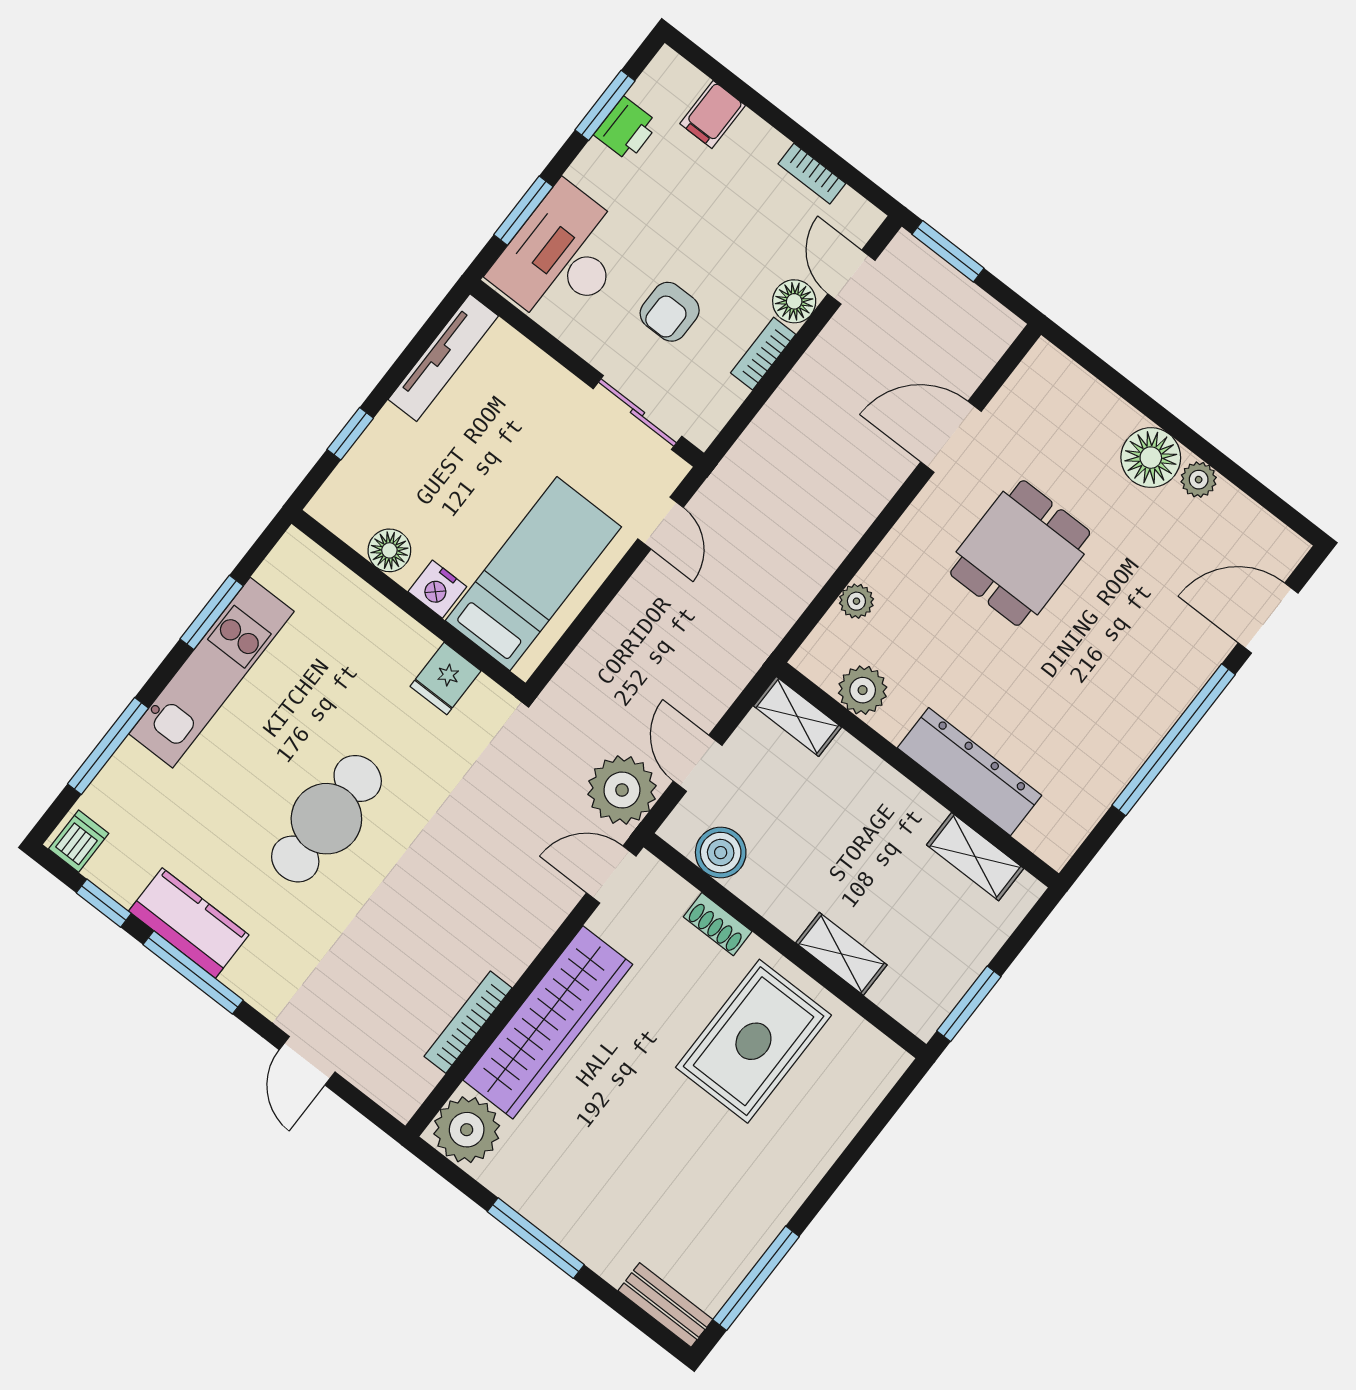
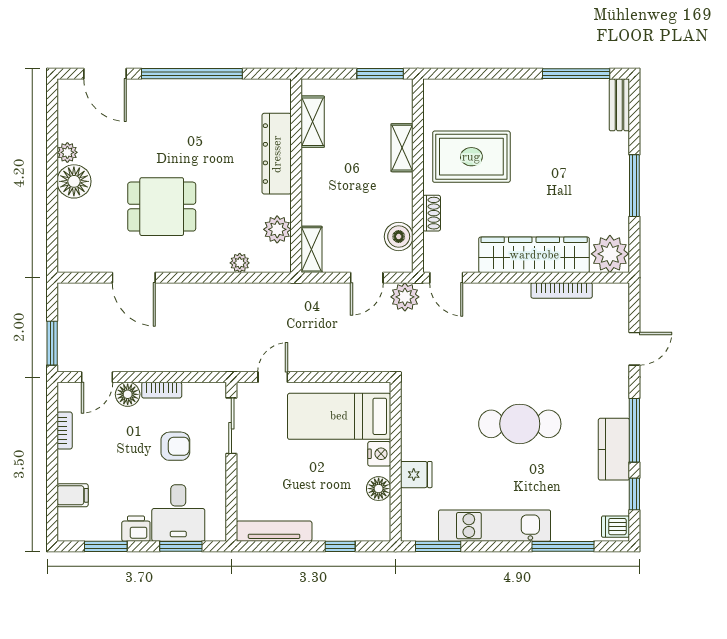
printer: (626, 129) -> (136, 529), moved
desk: (562, 257) -> (178, 513), width x0.73
window: (212, 612) -> (438, 546), moved
fridge: (445, 679) -> (416, 475), moved
plant: (622, 790) -> (405, 297), width x0.73, depth x0.73

